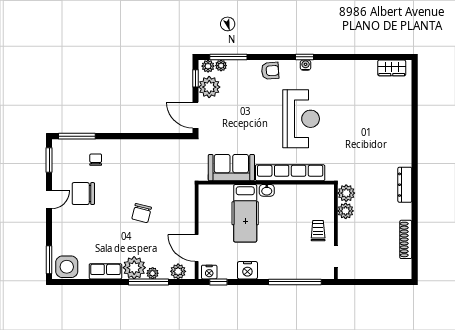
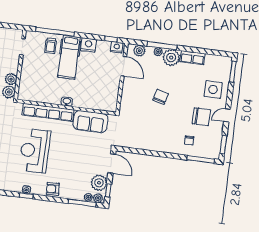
hospital bed: (245, 213) -> (69, 57), moved, turned 180
trolley: (318, 231) -> (51, 46), moved
side table: (67, 267) -> (213, 90), moved

